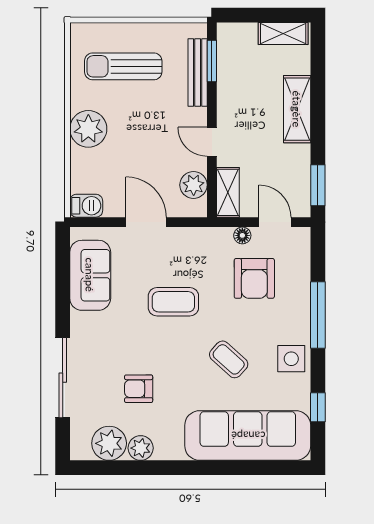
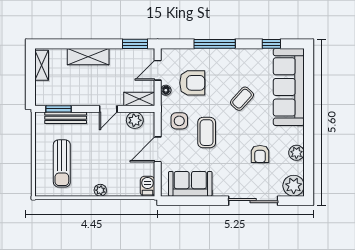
plant: (88, 129) -> (100, 190), width x0.53, depth x0.53
side table: (291, 359) -> (179, 121), moved
plant: (109, 443) -> (294, 186), moved

